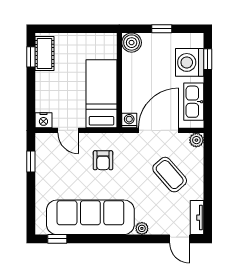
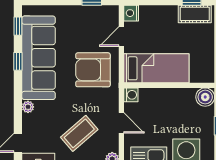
door: (159, 130) -> (121, 123), width x0.53
armchair: (103, 160) -> (93, 70), width x1.88, depth x1.88
window: (94, 239) -> (18, 61), added

